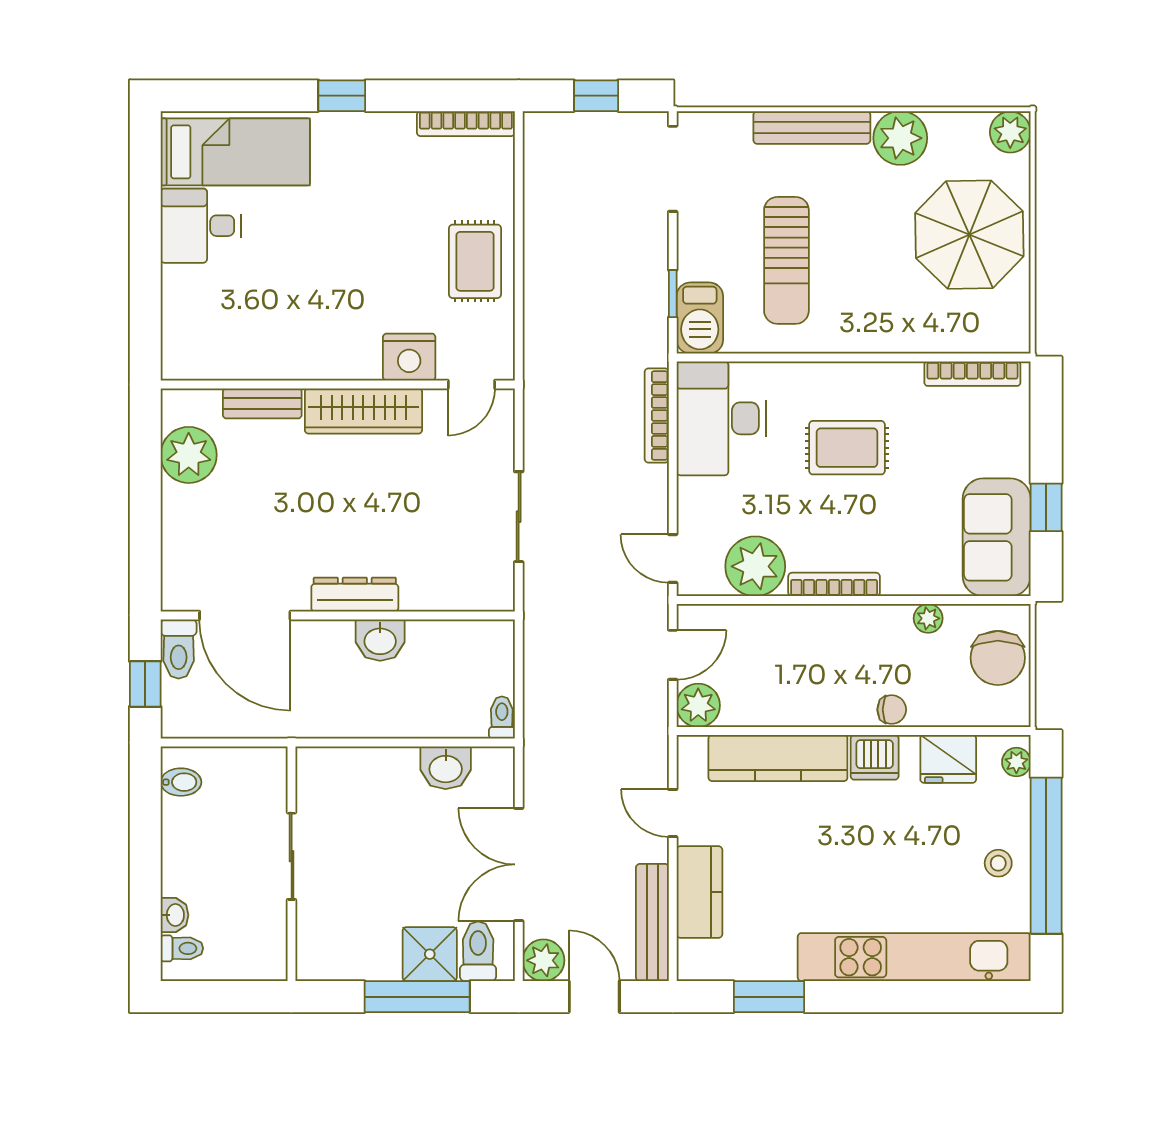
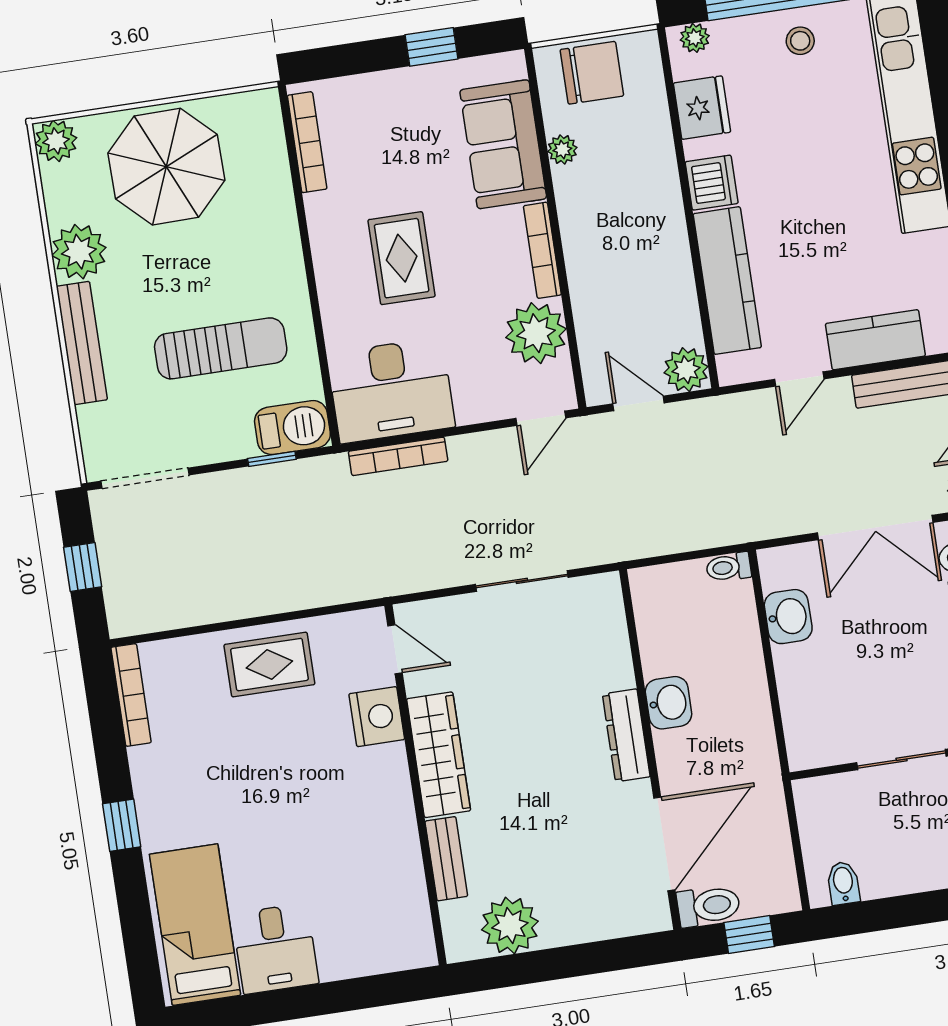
sofa: (997, 537) -> (503, 144), moved, turned 90
chair: (892, 710) -> (661, 173), removed

